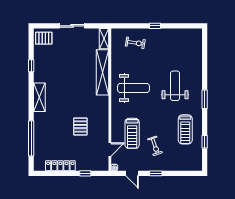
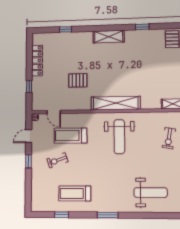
shelving: (102, 72) -> (116, 103), moved
weight bench: (175, 86) -> (151, 193), moved
window: (31, 138) -> (65, 29), width x0.32

